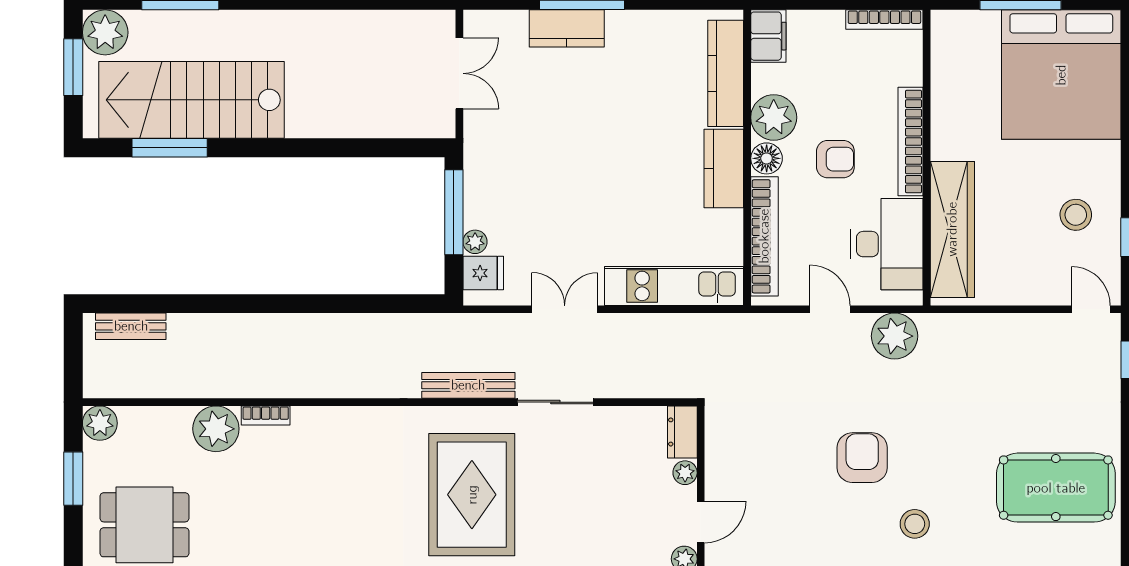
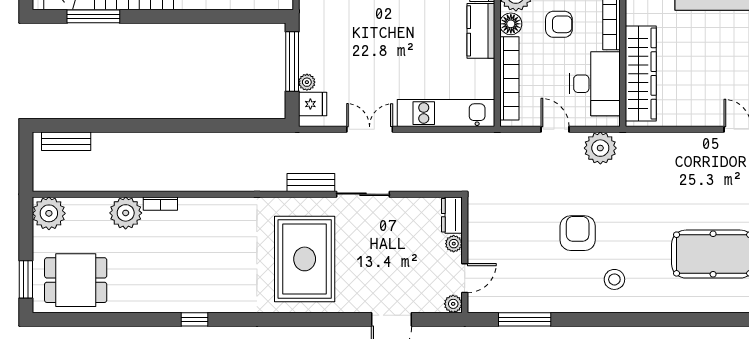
stool: (1076, 215) -> (727, 63), removed
bench: (468, 385) -> (311, 183), width x0.73
plant: (100, 423) -> (49, 213), width x1.36, depth x1.36
window: (73, 479) -> (26, 279), moved

